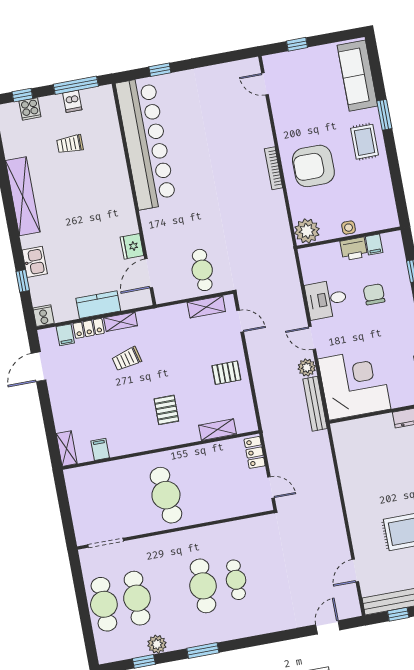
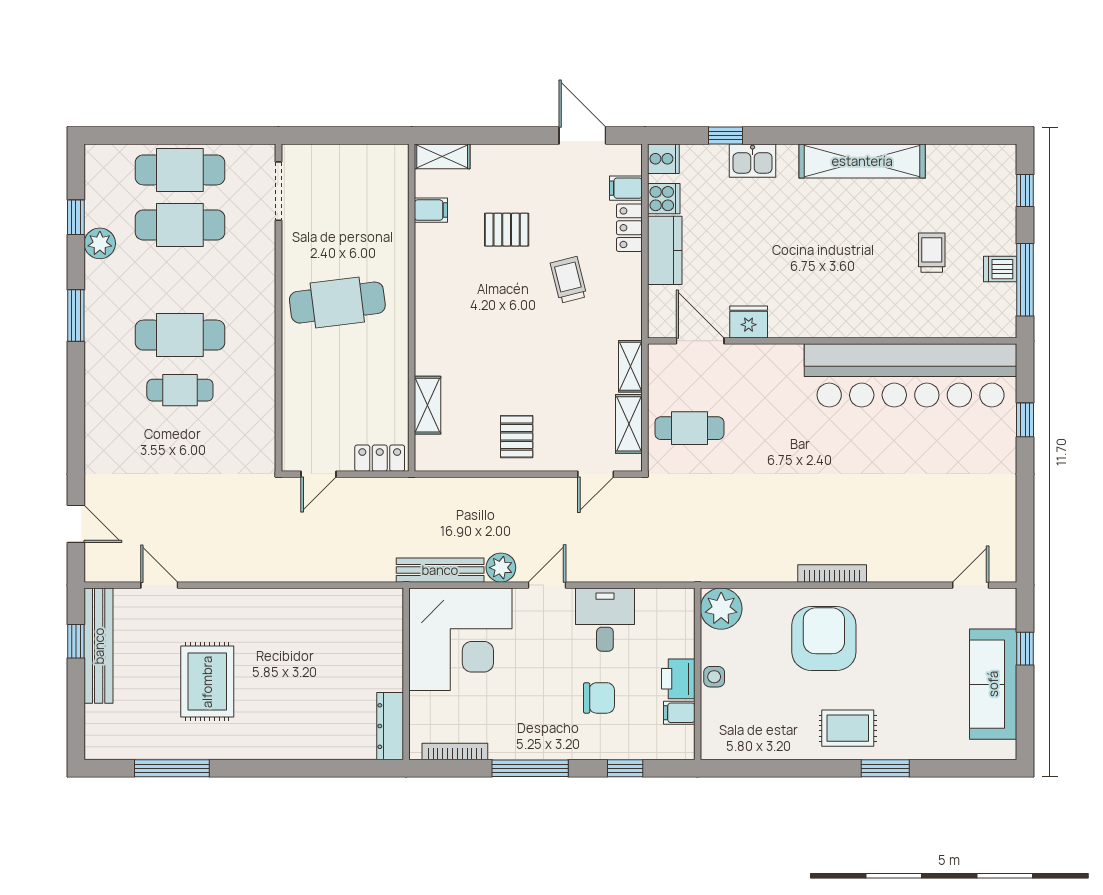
sofa: (357, 76) -> (993, 684), moved, turned -90
cooker: (30, 109) -> (664, 199), moved, turned 180
shelving: (121, 322) -> (630, 366), moved
pallet: (166, 410) -> (507, 230), moved

